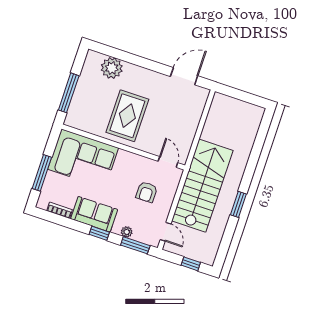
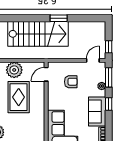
rug: (127, 116) -> (19, 97), moved, turned 90
plant: (188, 121) -> (14, 70), added
stairs: (202, 186) -> (38, 34), moved, turned 180
window: (191, 264) -> (109, 47), moved

